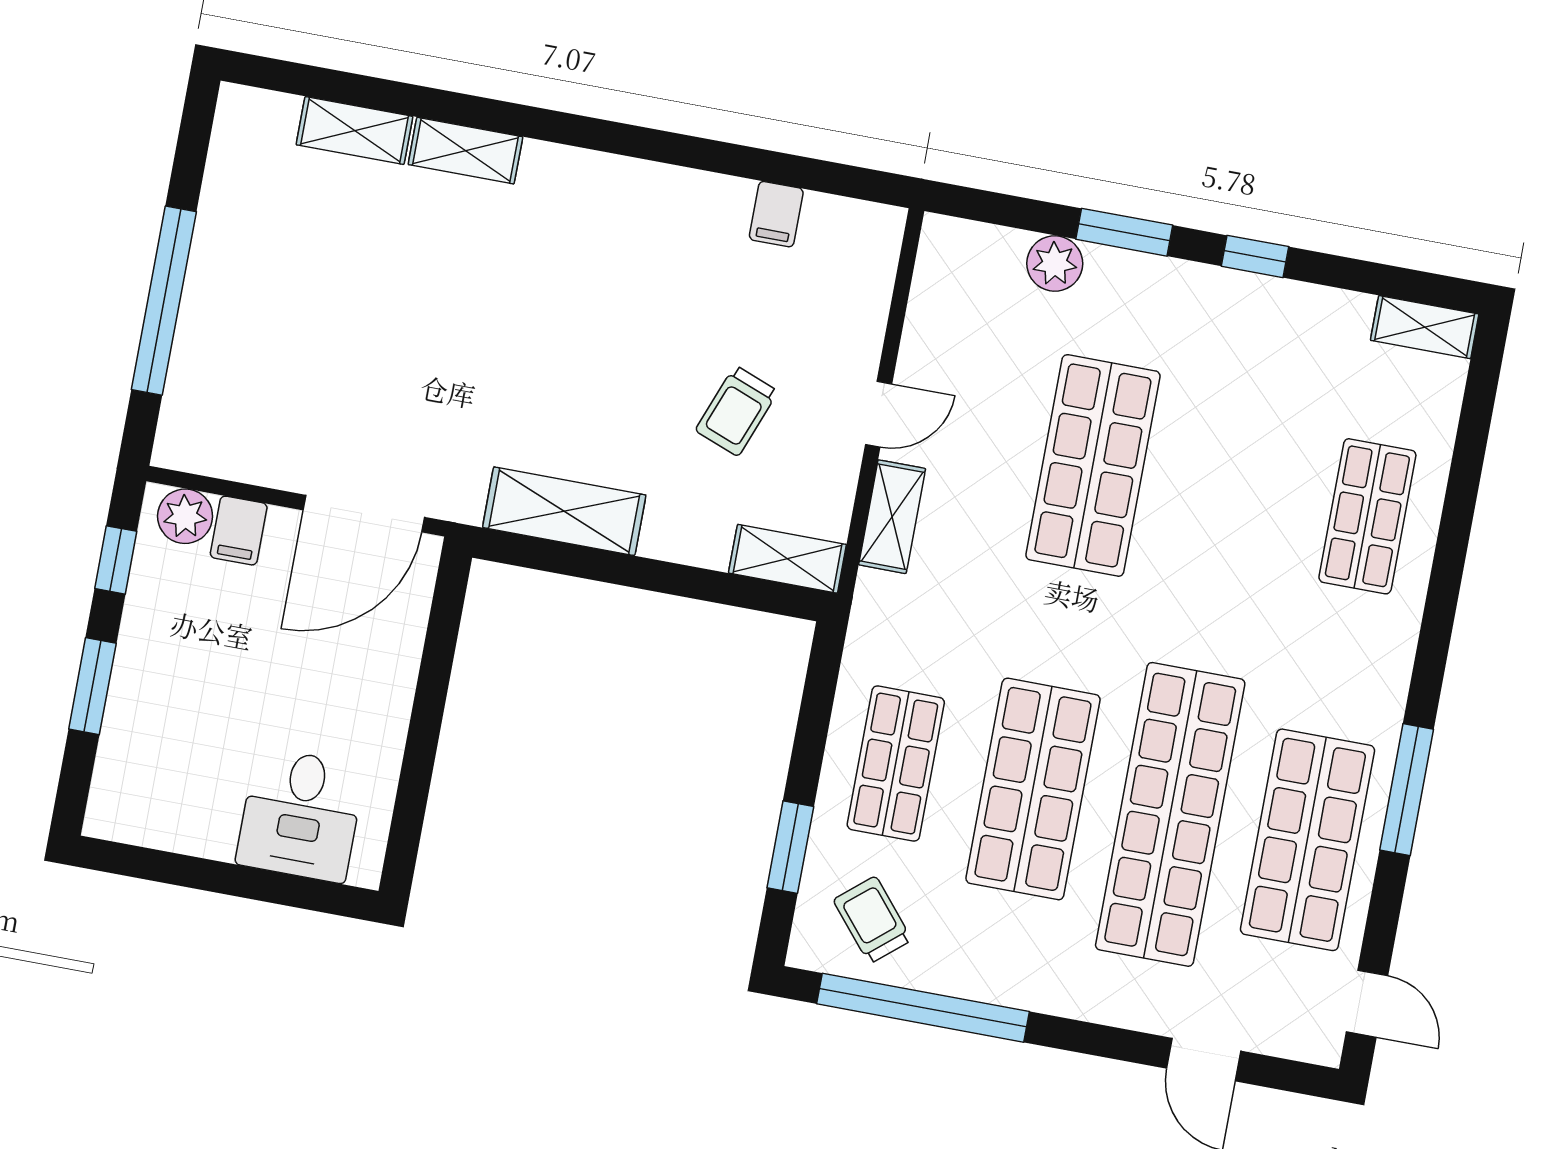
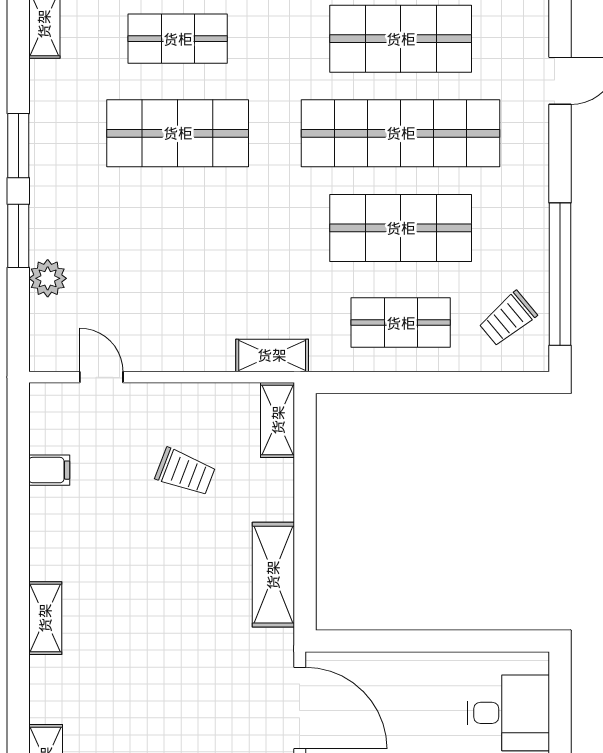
shelving: (465, 151) -> (45, 618), moved
window: (1255, 256) -> (18, 146), width x1.50
door: (879, 414) -> (101, 377), moved
shop shelf: (1093, 465) -> (178, 133), moved
shelving: (892, 517) -> (272, 355), moved
window: (790, 847) -> (469, 382), removed

